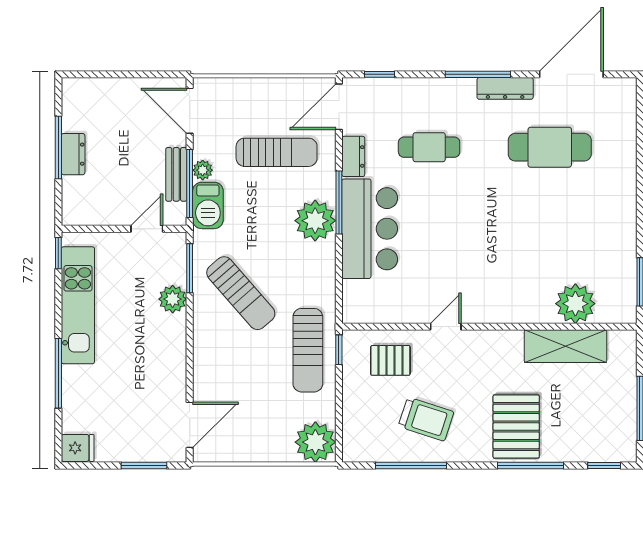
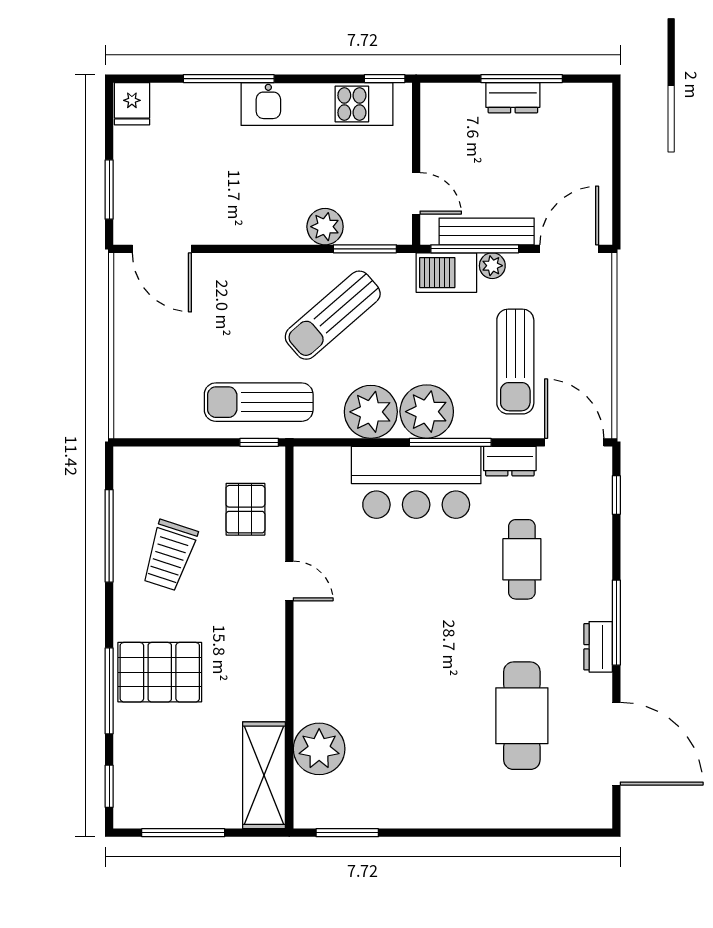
dresser: (505, 88) -> (598, 647), width x0.70
bench: (176, 174) -> (487, 231), width x1.36
shelving: (565, 346) -> (264, 775), moved
plant: (315, 442) -> (371, 412), moved

